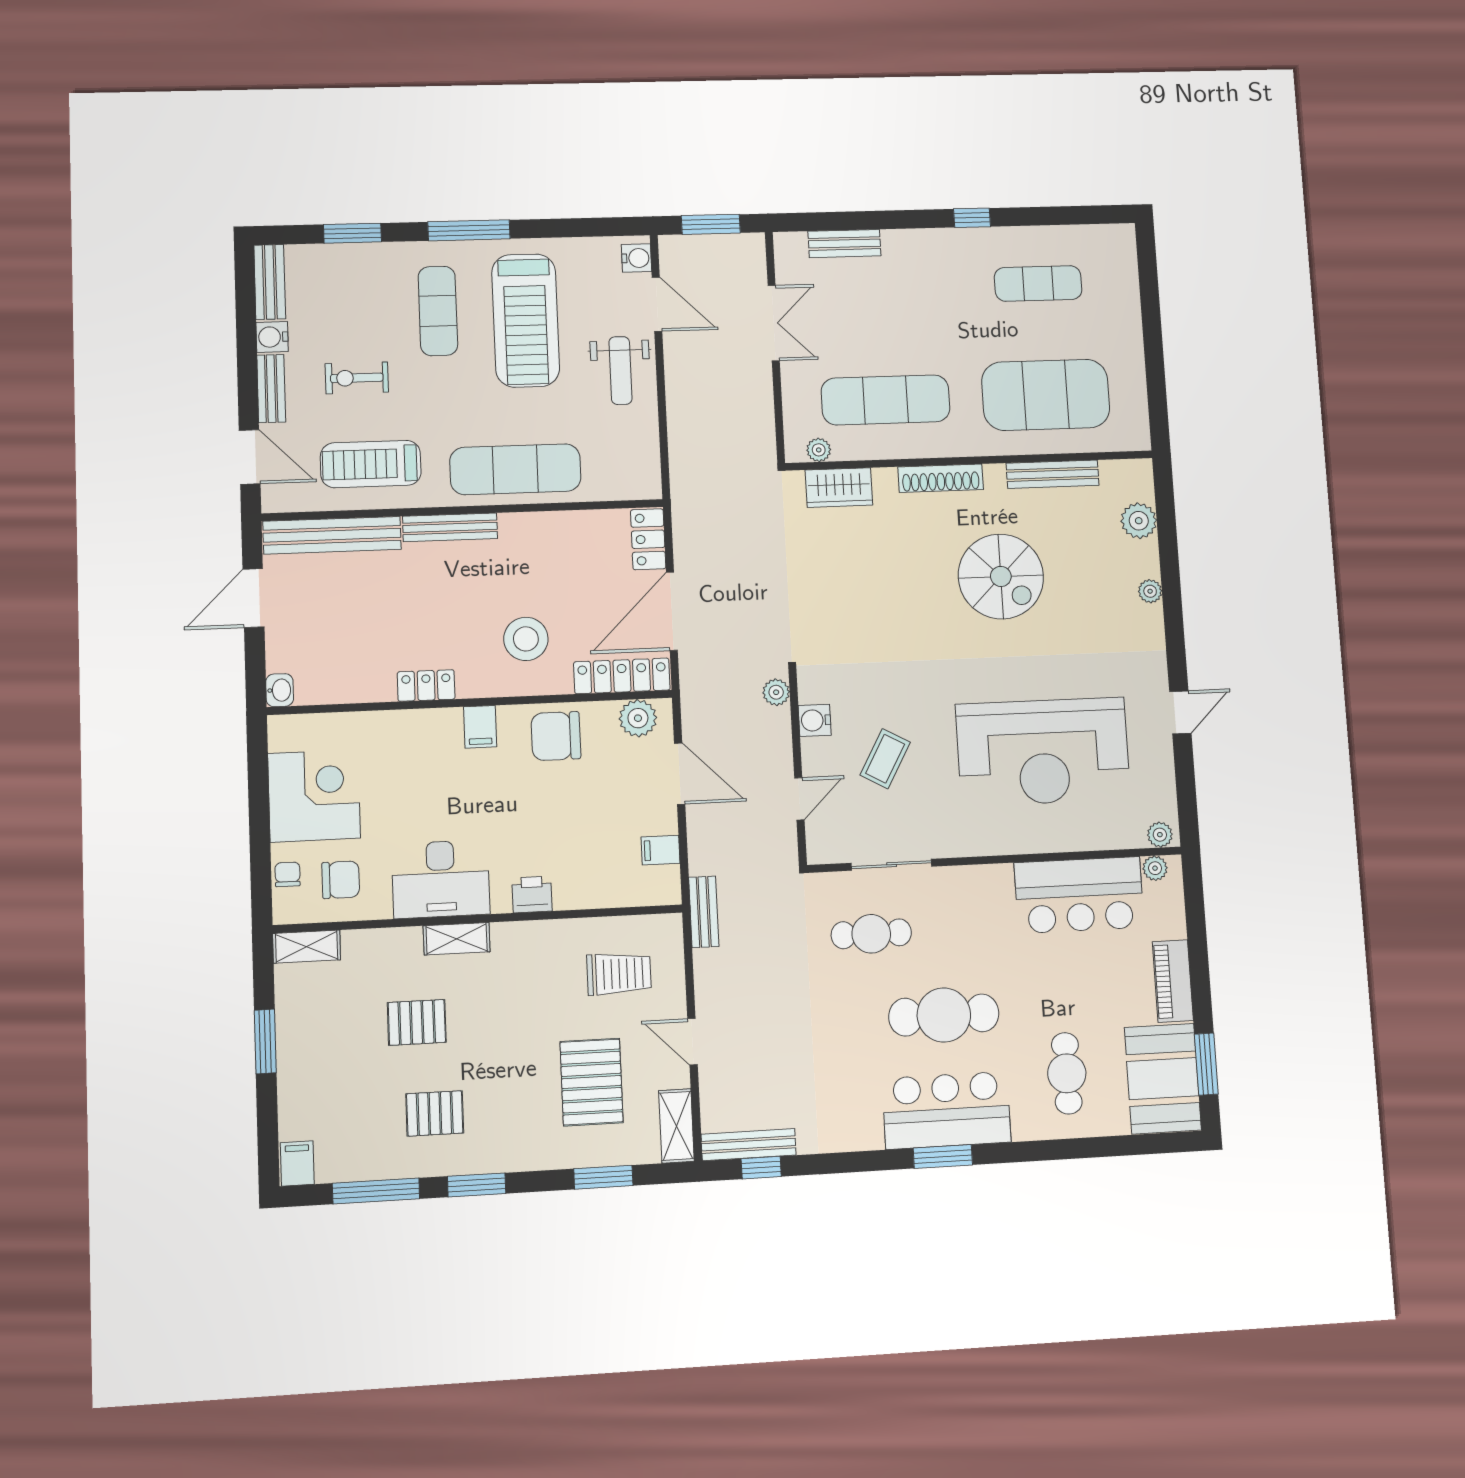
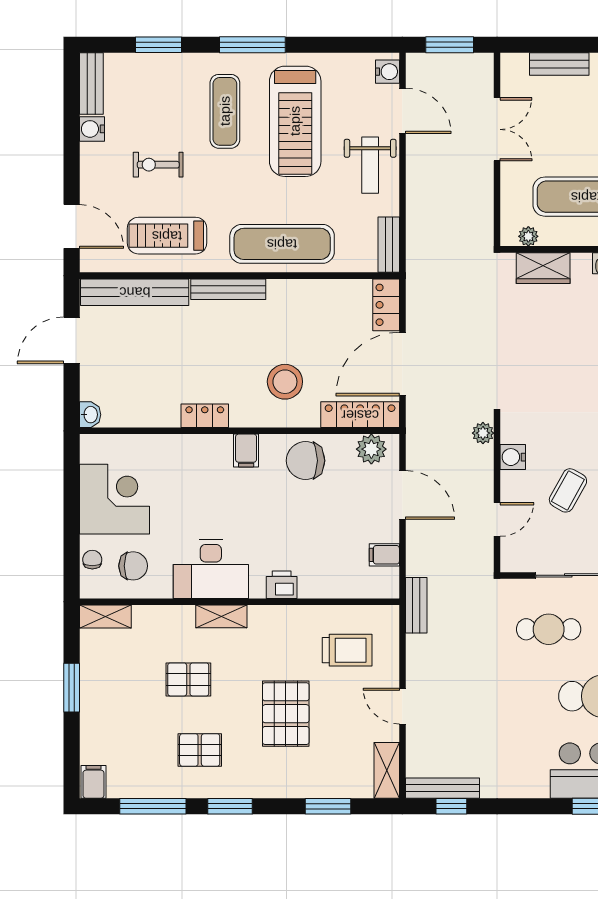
bench: (271, 389) -> (389, 245), moved
pallet: (591, 1082) -> (286, 714), moved

